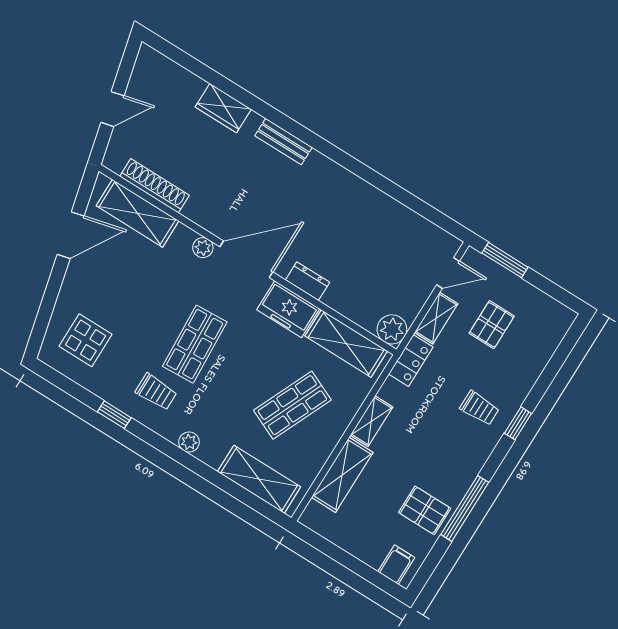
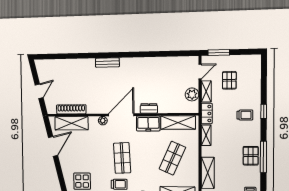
wardrobe: (223, 108) -> (78, 65), removed
plant: (392, 329) -> (192, 94), moved
shelving: (371, 421) -> (206, 135), moved
pallet: (425, 510) -> (251, 156), moved, turned 90

